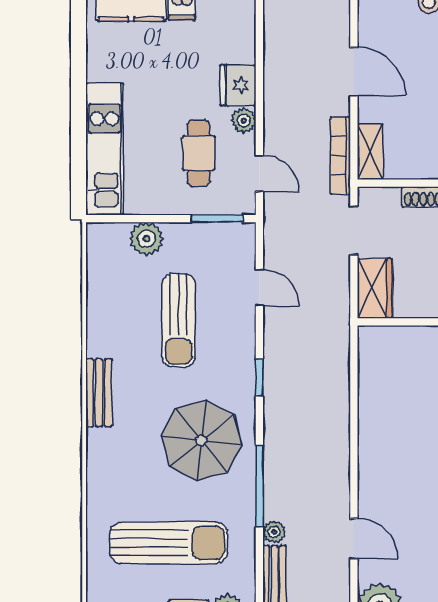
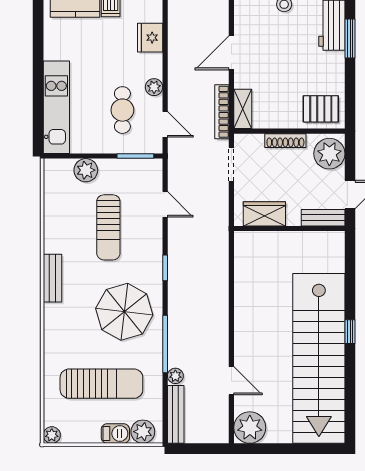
door: (354, 72) -> (231, 53), swing flipped
fridge: (238, 85) -> (150, 38), moved
wardrobe: (375, 288) -> (264, 214), moved, turned -90

